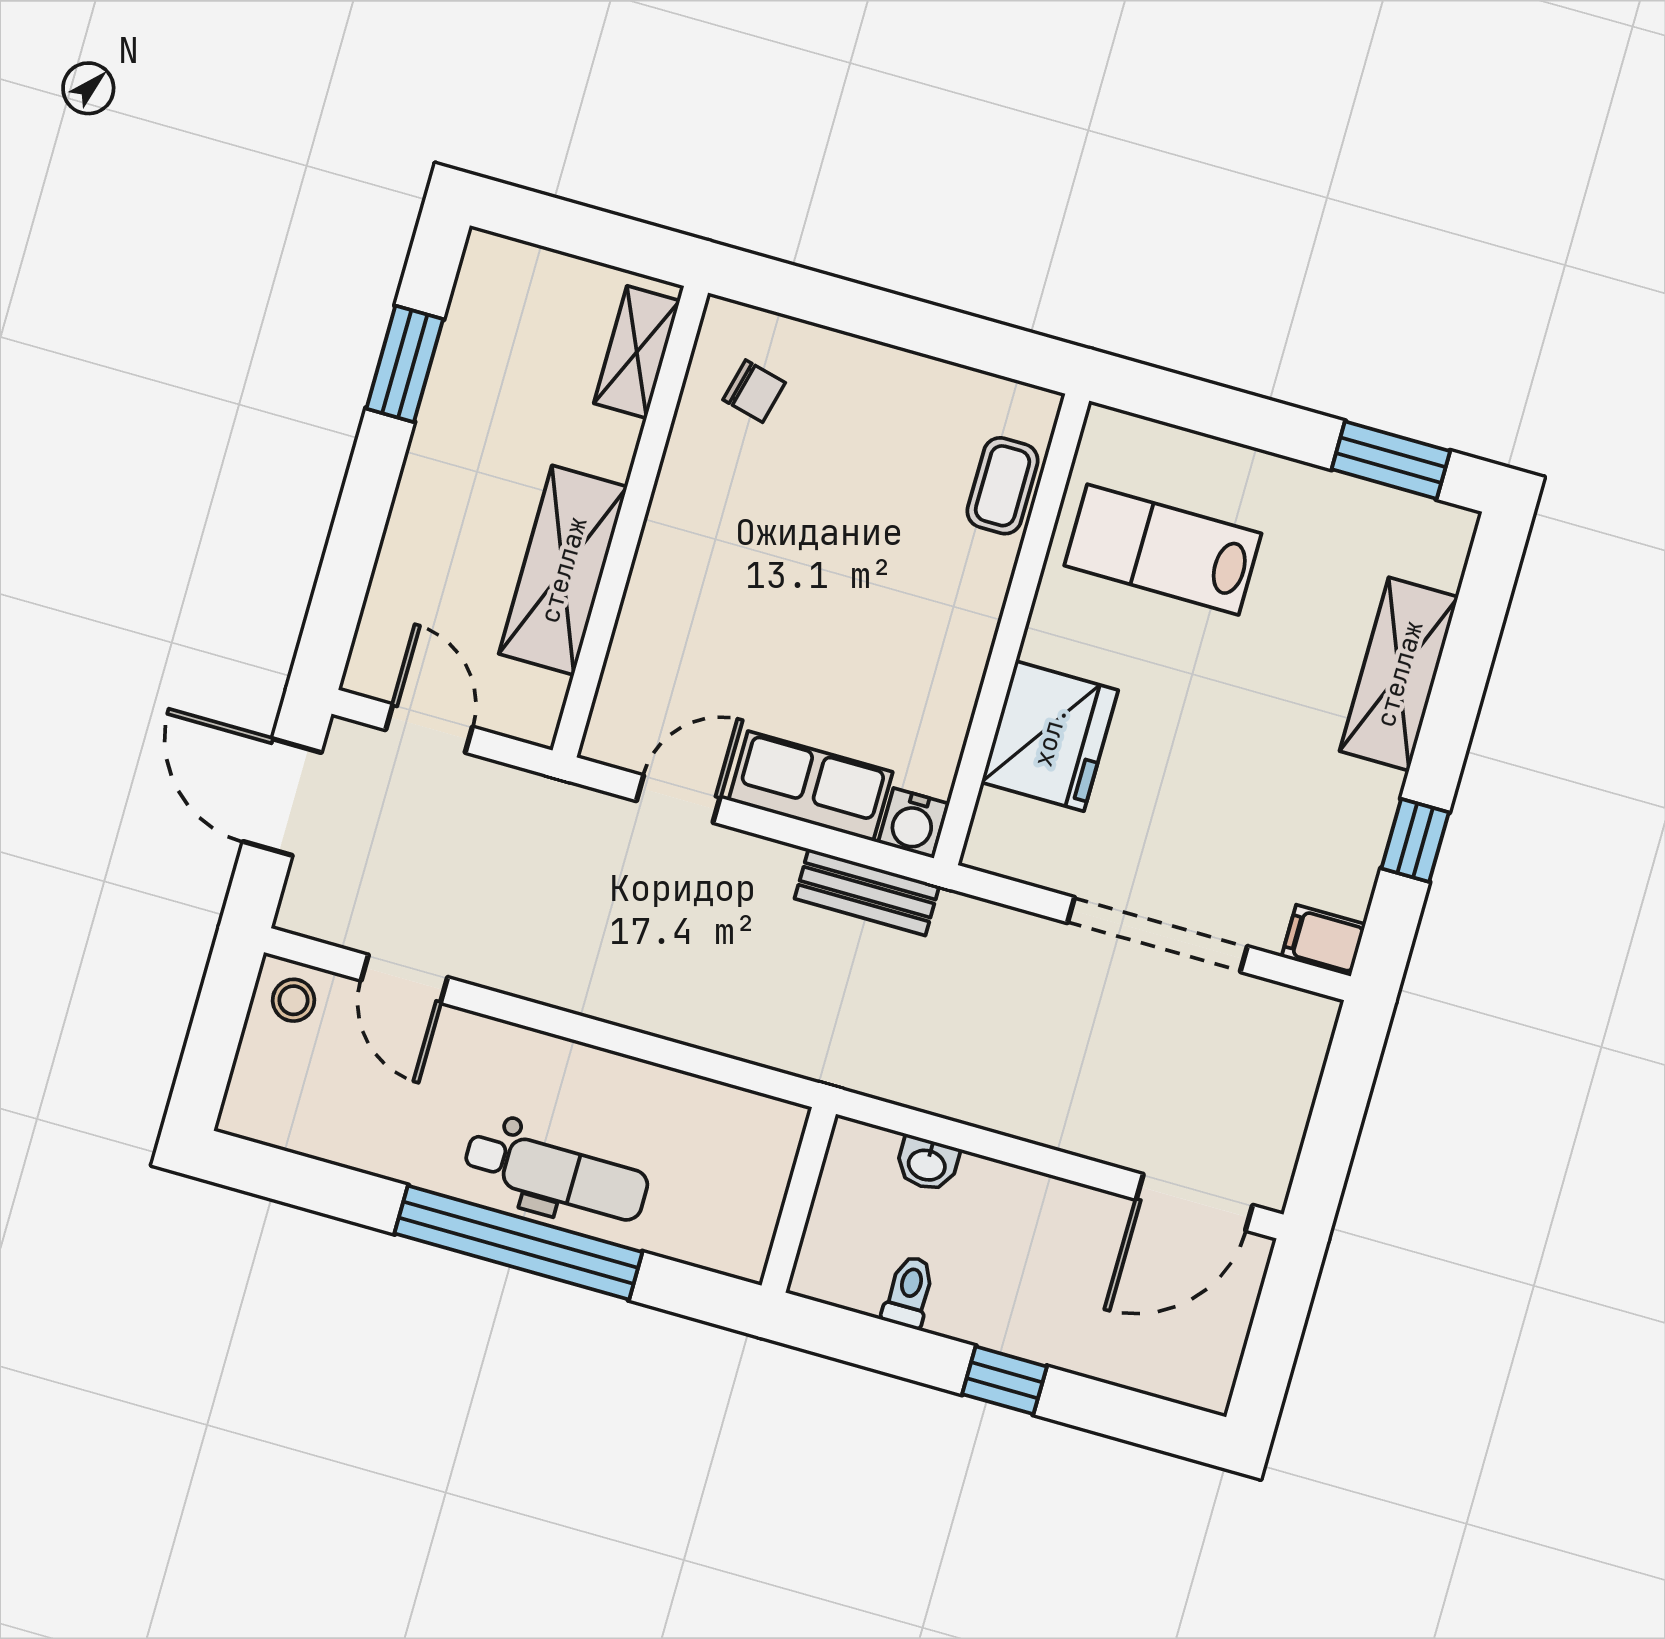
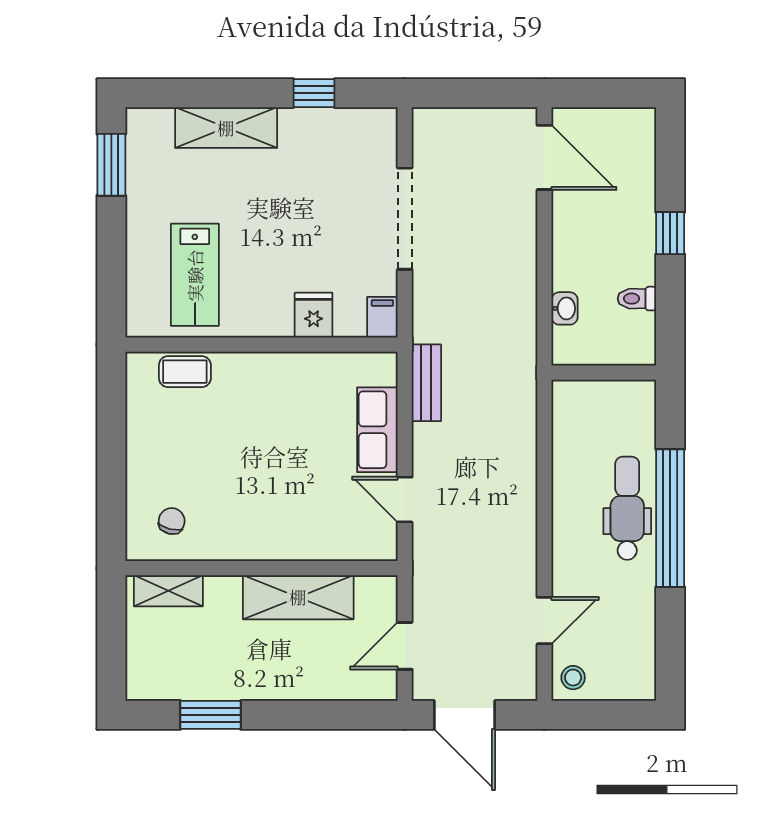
fridge: (1050, 736) -> (314, 315), width x0.53, depth x0.75
door: (282, 797) -> (465, 715), hinge flipped
water cooler: (913, 823) -> (382, 368), removed
filing cabinet: (1323, 940) -> (382, 317), moved, turned 180

